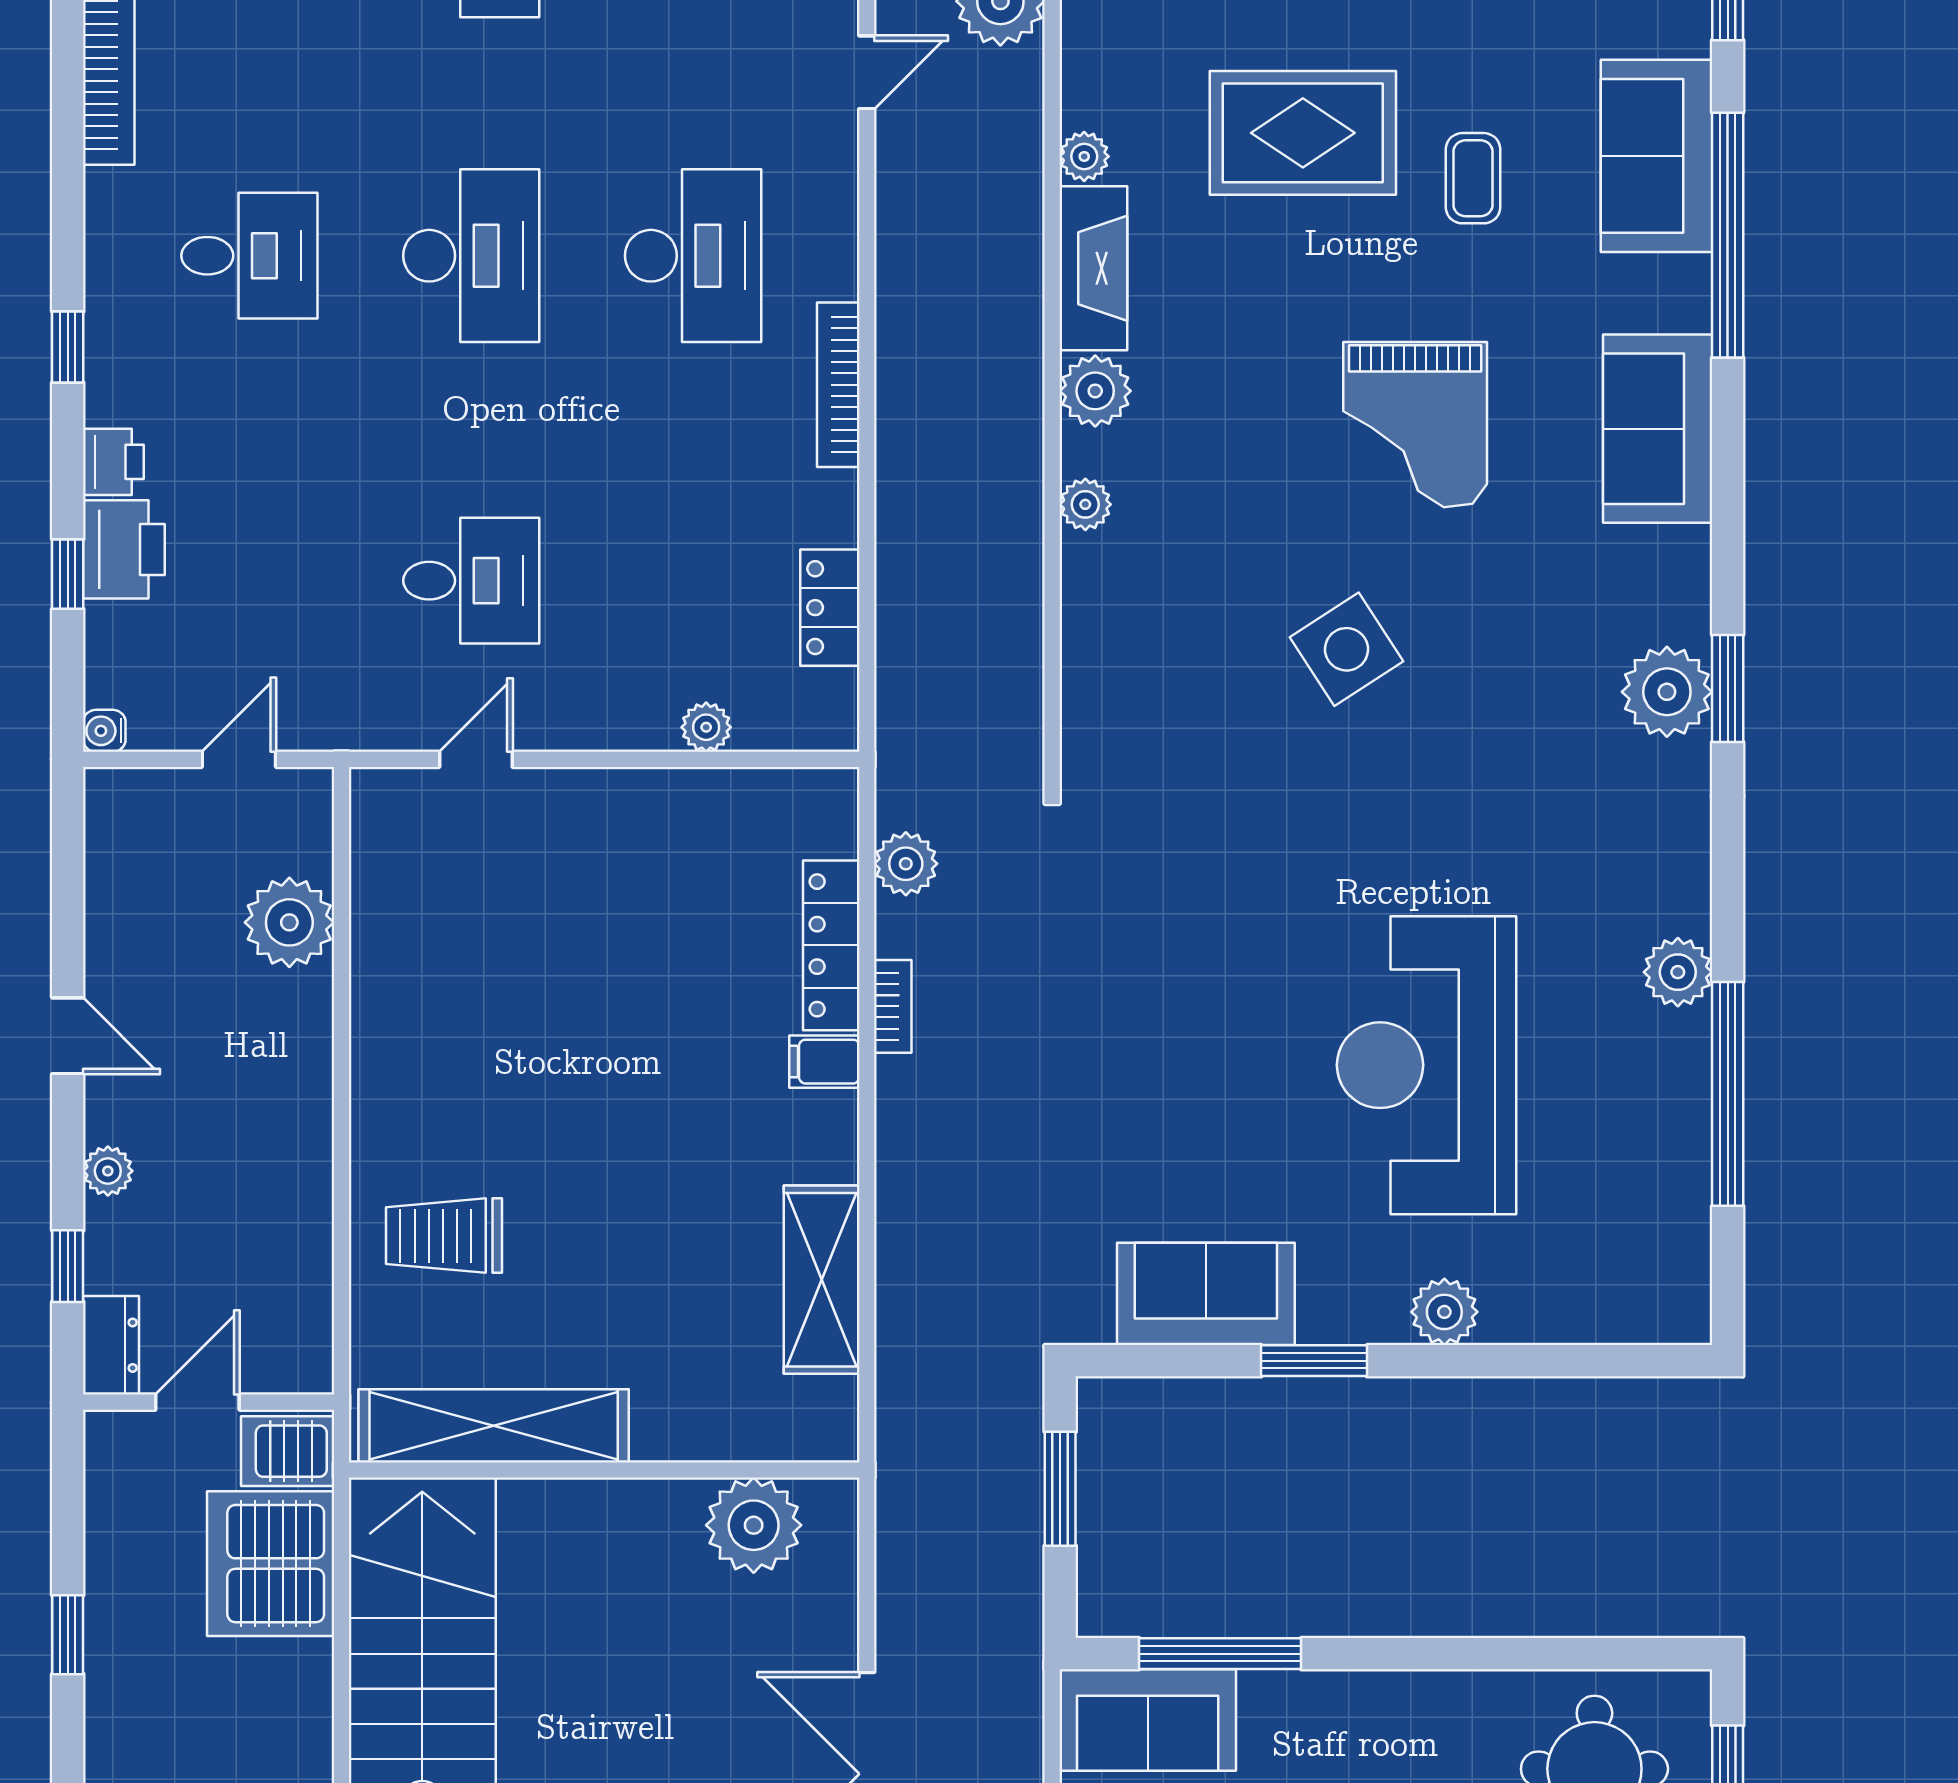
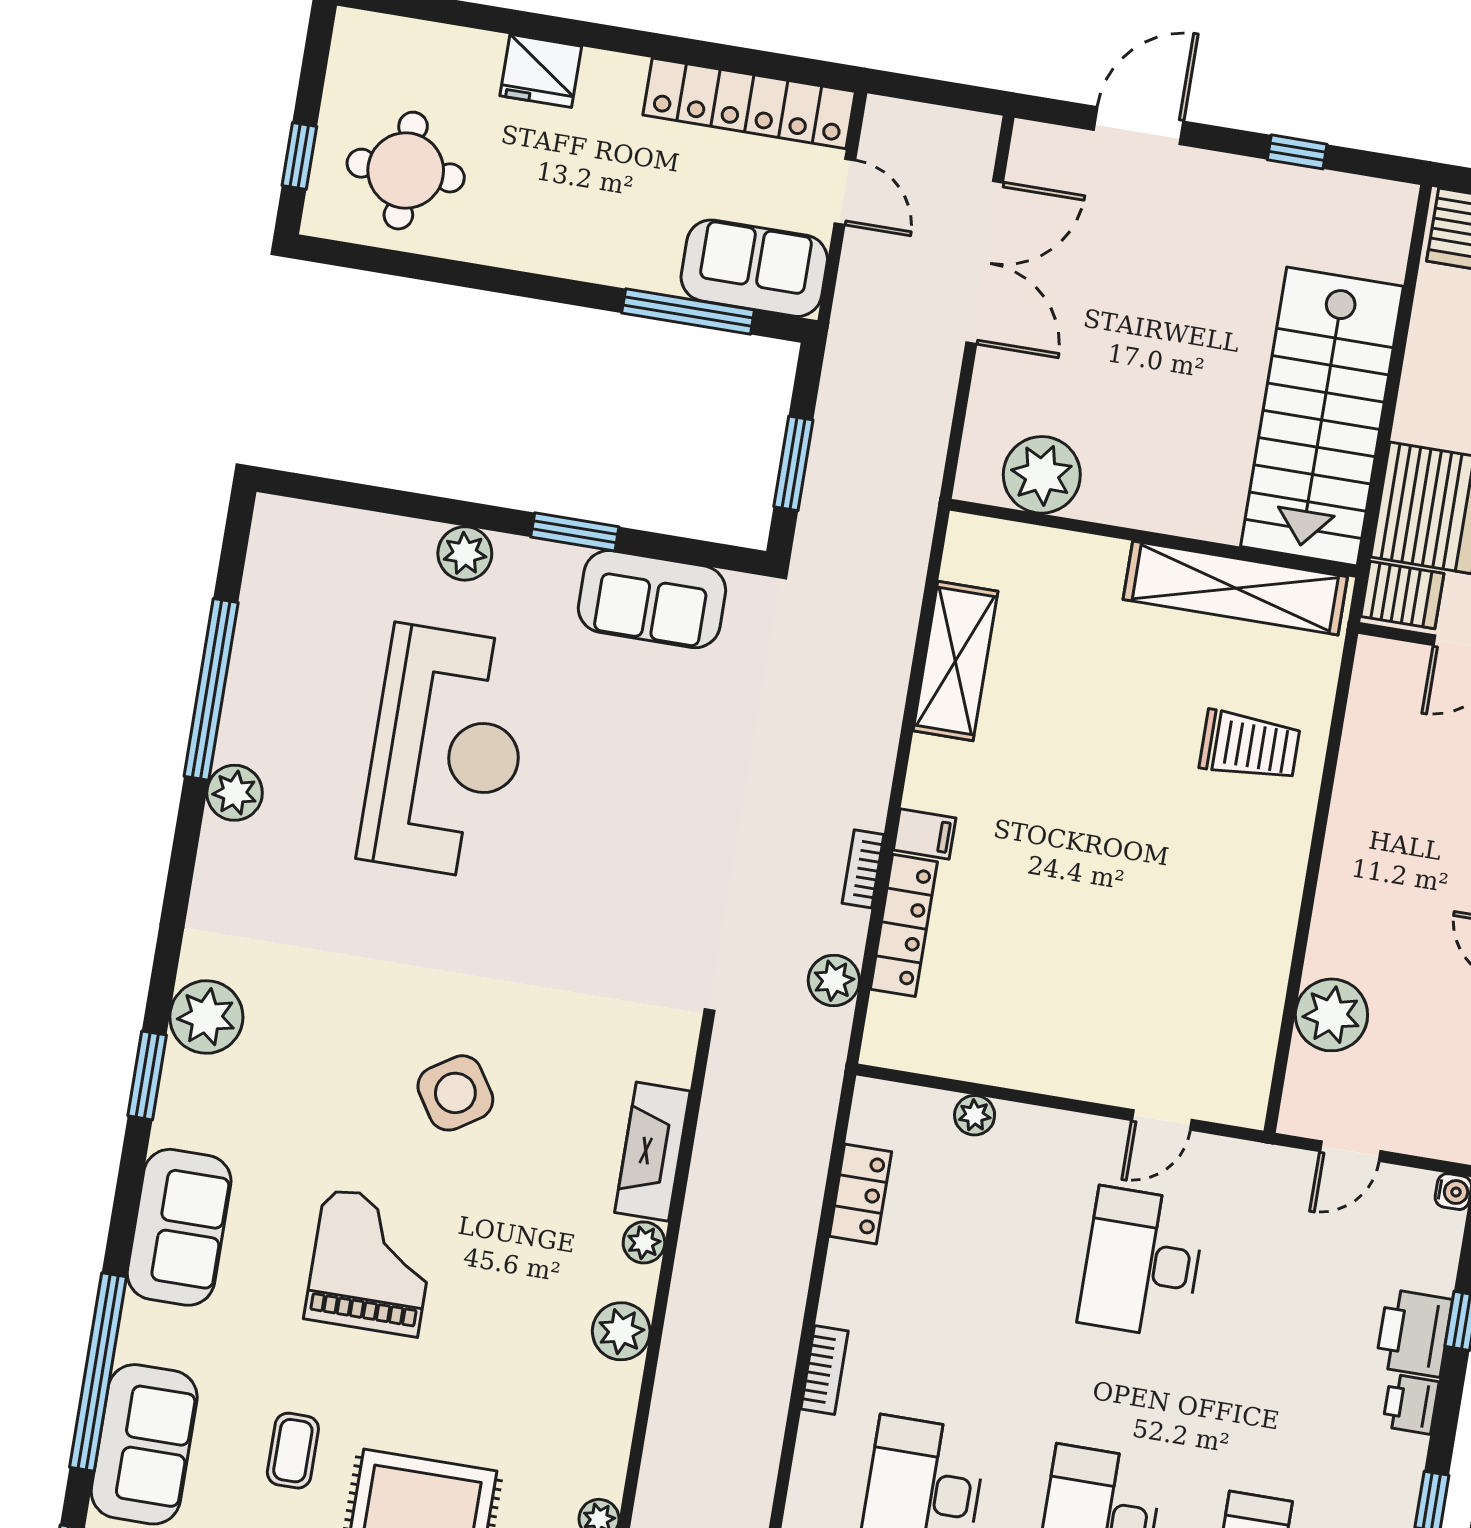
fireplace: (1093, 268) -> (652, 1152), moved
bookcase: (838, 385) -> (825, 1370), width x0.64
desk: (471, 581) -> (1142, 1263), width x1.37
window: (1728, 688) -> (147, 1075), moved

